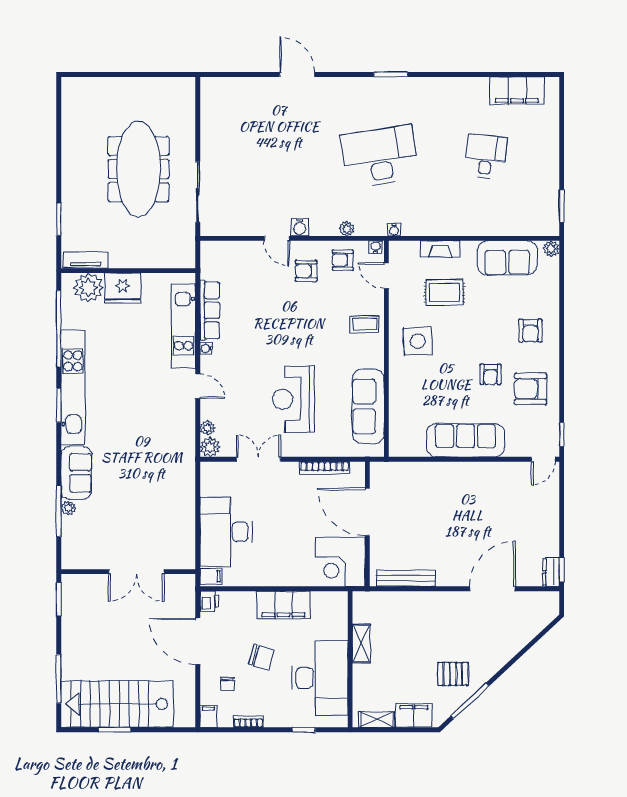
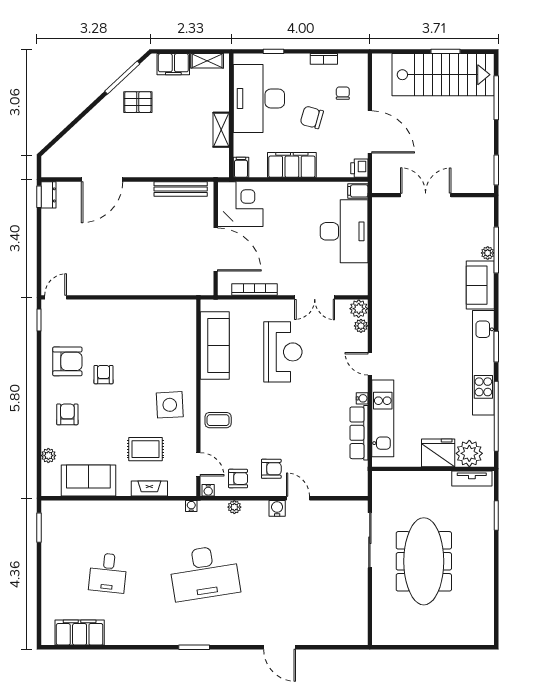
plant: (551, 249) -> (48, 456), moved
sofa: (466, 440) -> (126, 315), removed
filing cabinet: (208, 716) -> (241, 167), moved, turned 180

